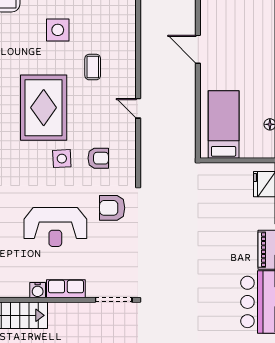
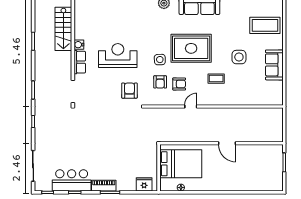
door: (198, 49) -> (227, 143), swing flipped
bed: (224, 125) -> (181, 164), width x1.50
armchair: (102, 127) -> (179, 84), added
reception desk: (55, 227) -> (118, 56), turned 90

